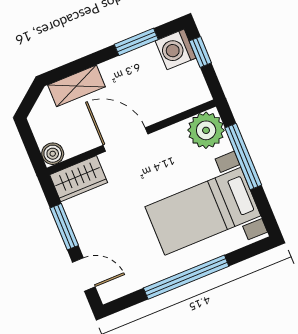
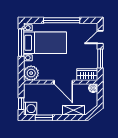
window: (243, 156) -> (21, 43), moved
door: (84, 274) -> (100, 37), hinge flipped

